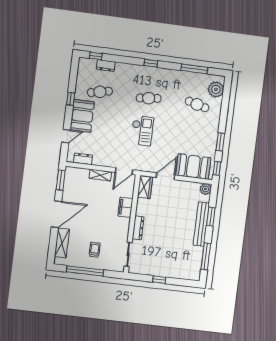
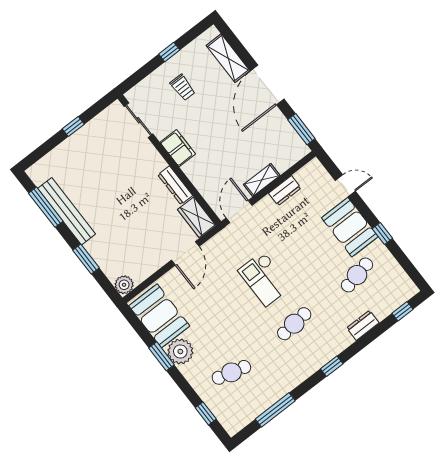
dresser: (106, 65) -> (363, 325), moved
plant: (216, 89) -> (180, 351), moved
door: (66, 136) -> (345, 186), swing flipped
dresser: (83, 159) -> (285, 191), moved
booth: (193, 166) -> (159, 316), moved, turned 90
window: (217, 168) -> (206, 413), moved
filing cabinet: (125, 207) -> (178, 148), moved
bench: (201, 224) -> (67, 211), moved
dresser: (138, 228) -> (175, 185), moved
window: (85, 271) -> (169, 52), width x0.32

